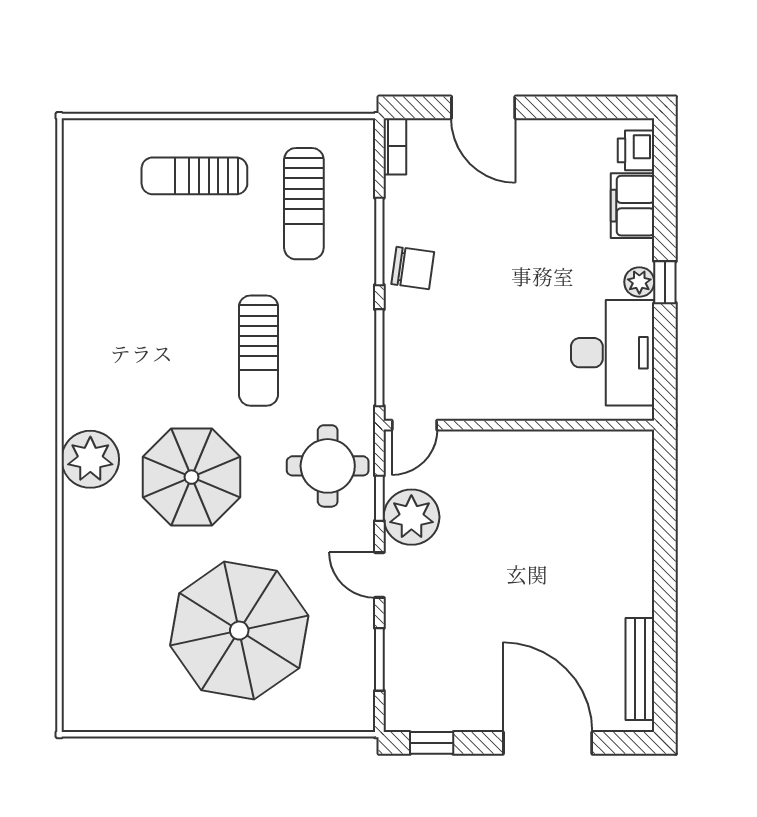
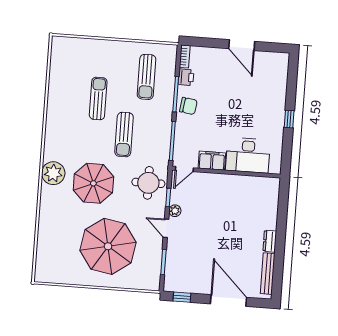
door: (483, 107) -> (242, 45), moved
printer: (636, 150) -> (186, 77), moved, turned 180
sun lounger: (194, 176) -> (98, 98), moved, turned 90
filing cabinet: (633, 206) -> (212, 161), moved, turned 90
plant: (639, 282) -> (279, 118), removed
desk: (613, 353) -> (248, 155), moved, turned 90
plant: (411, 517) -> (175, 211), width x0.53, depth x0.53
dresser: (639, 588) -> (270, 241), added

